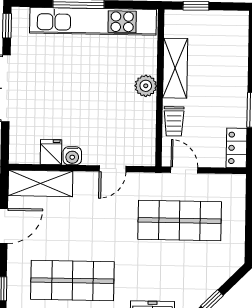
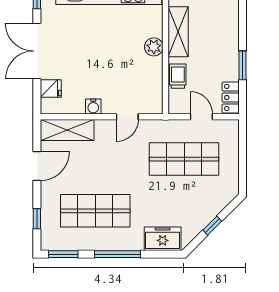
trolley: (174, 121) -> (178, 76), turned 180
fridge: (51, 152) -> (51, 88), moved, turned 90
door: (184, 170) -> (201, 117), moved

